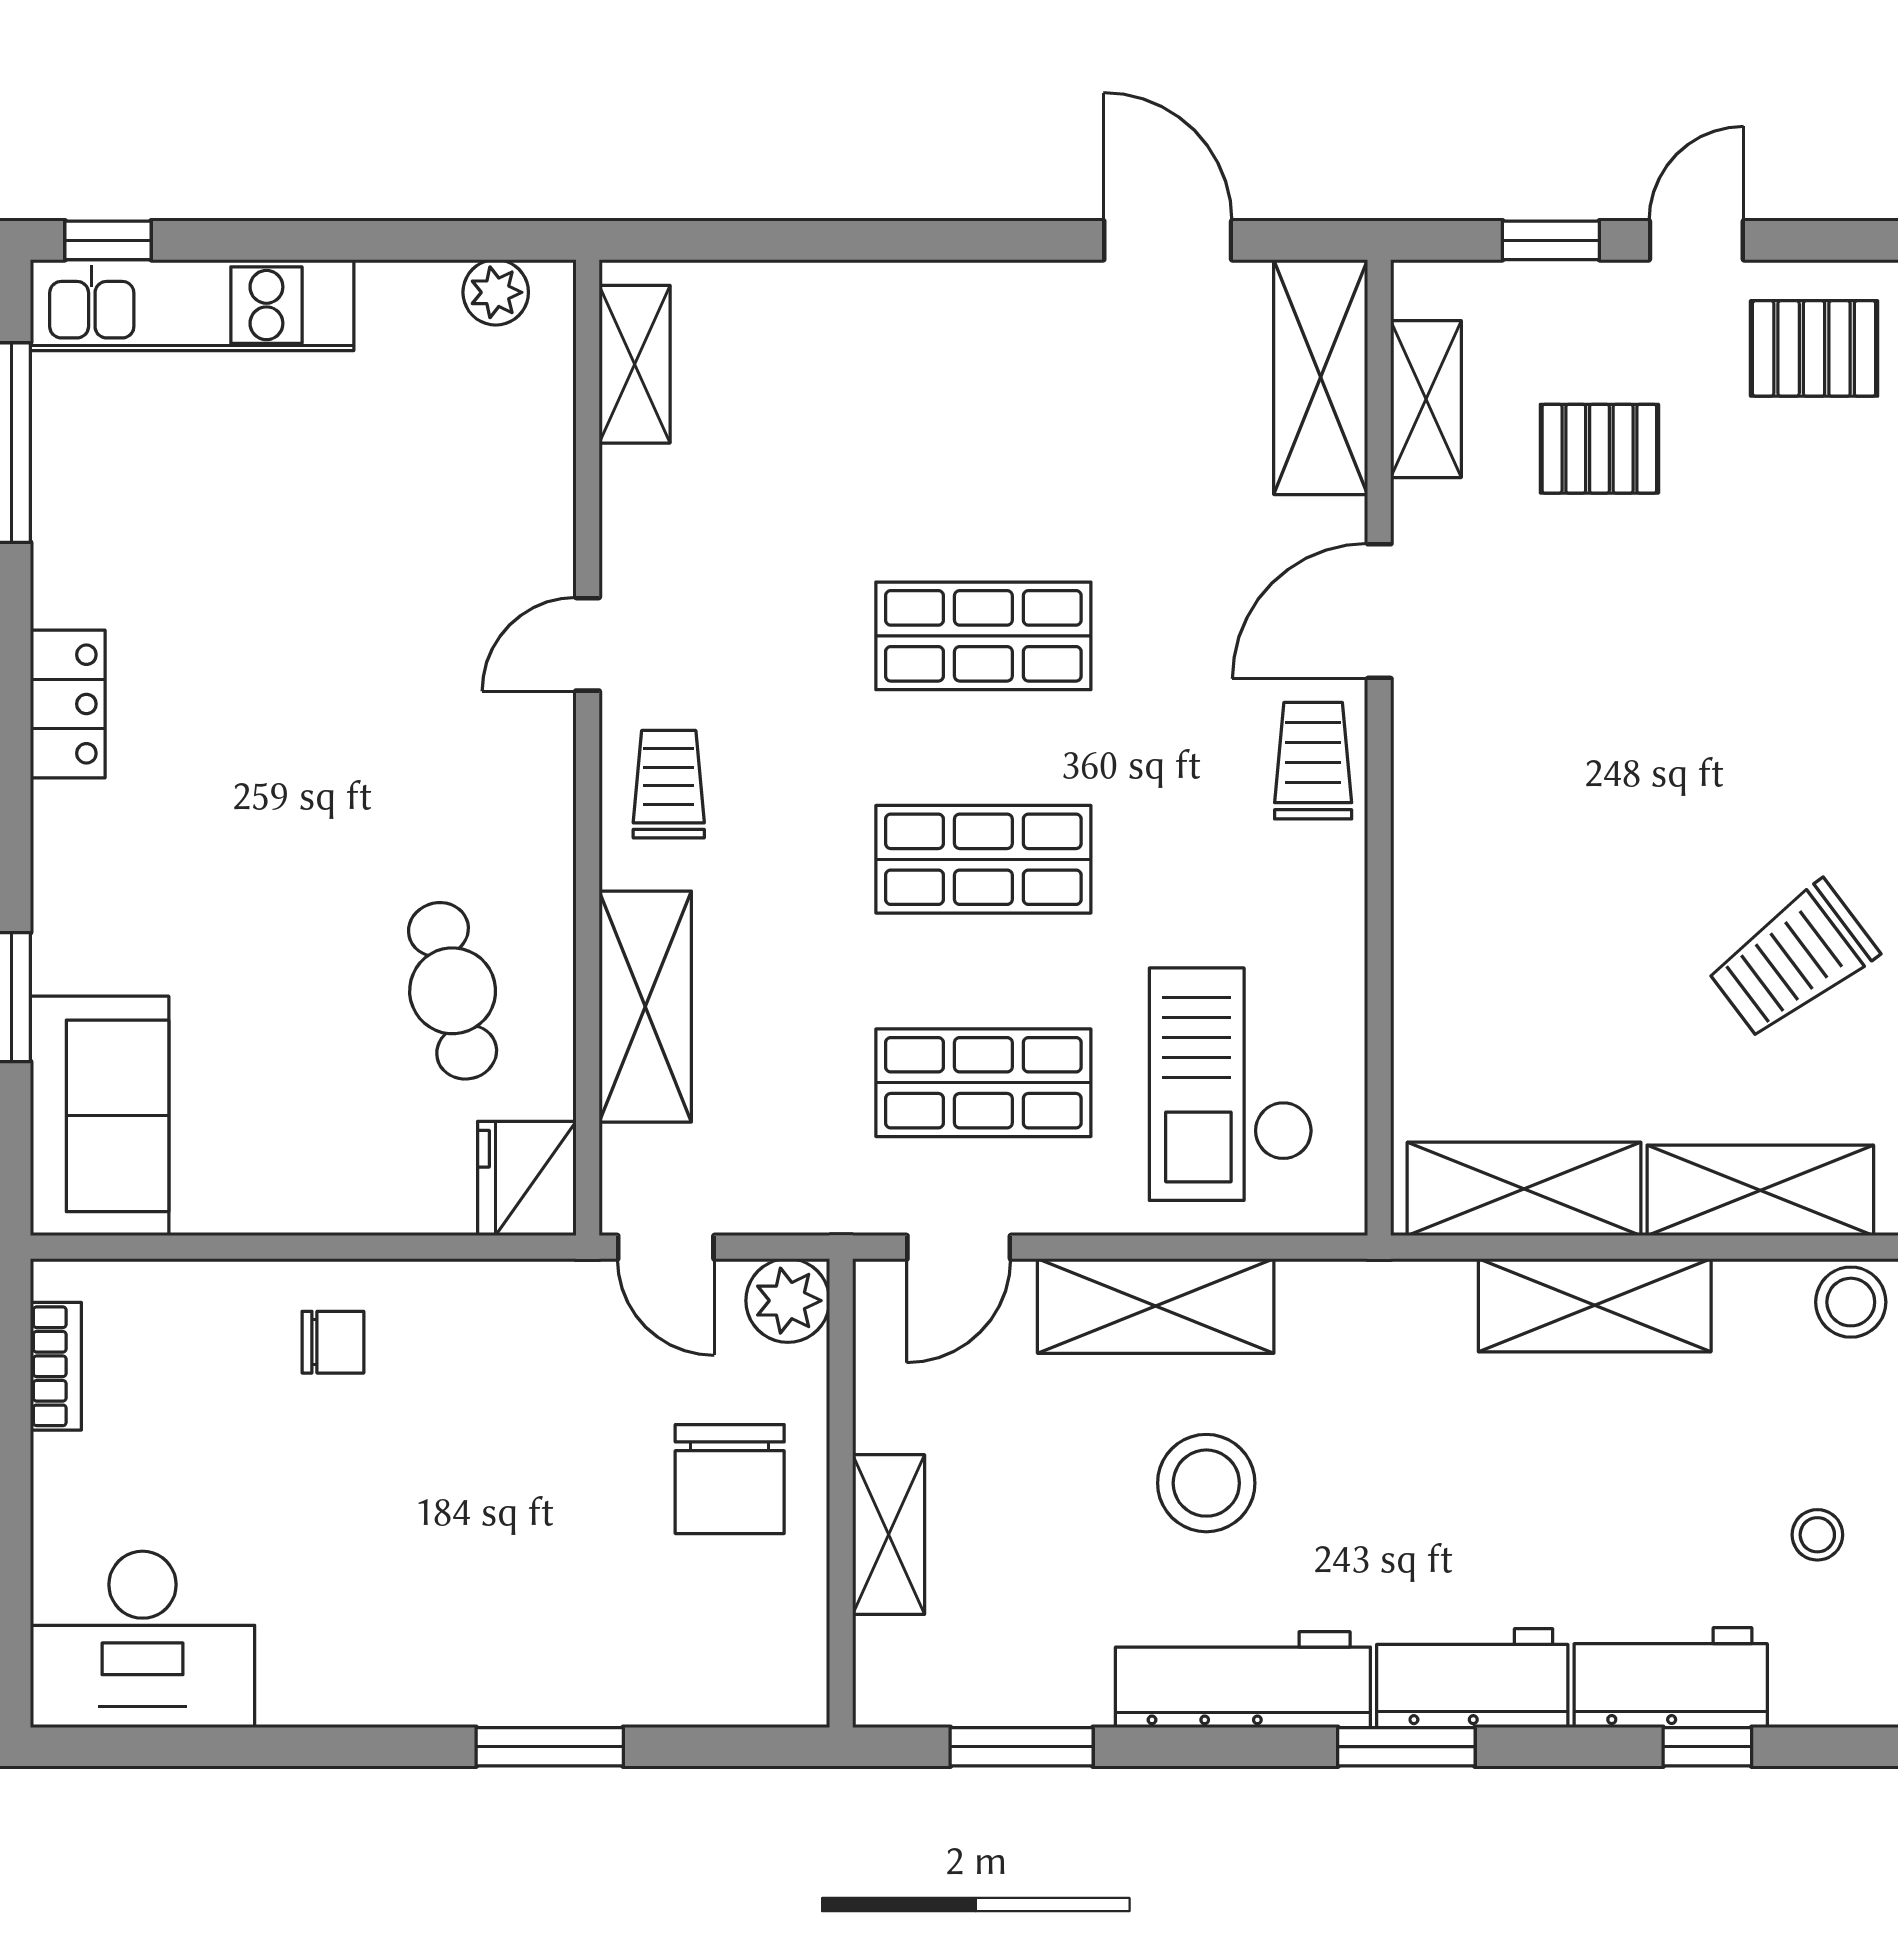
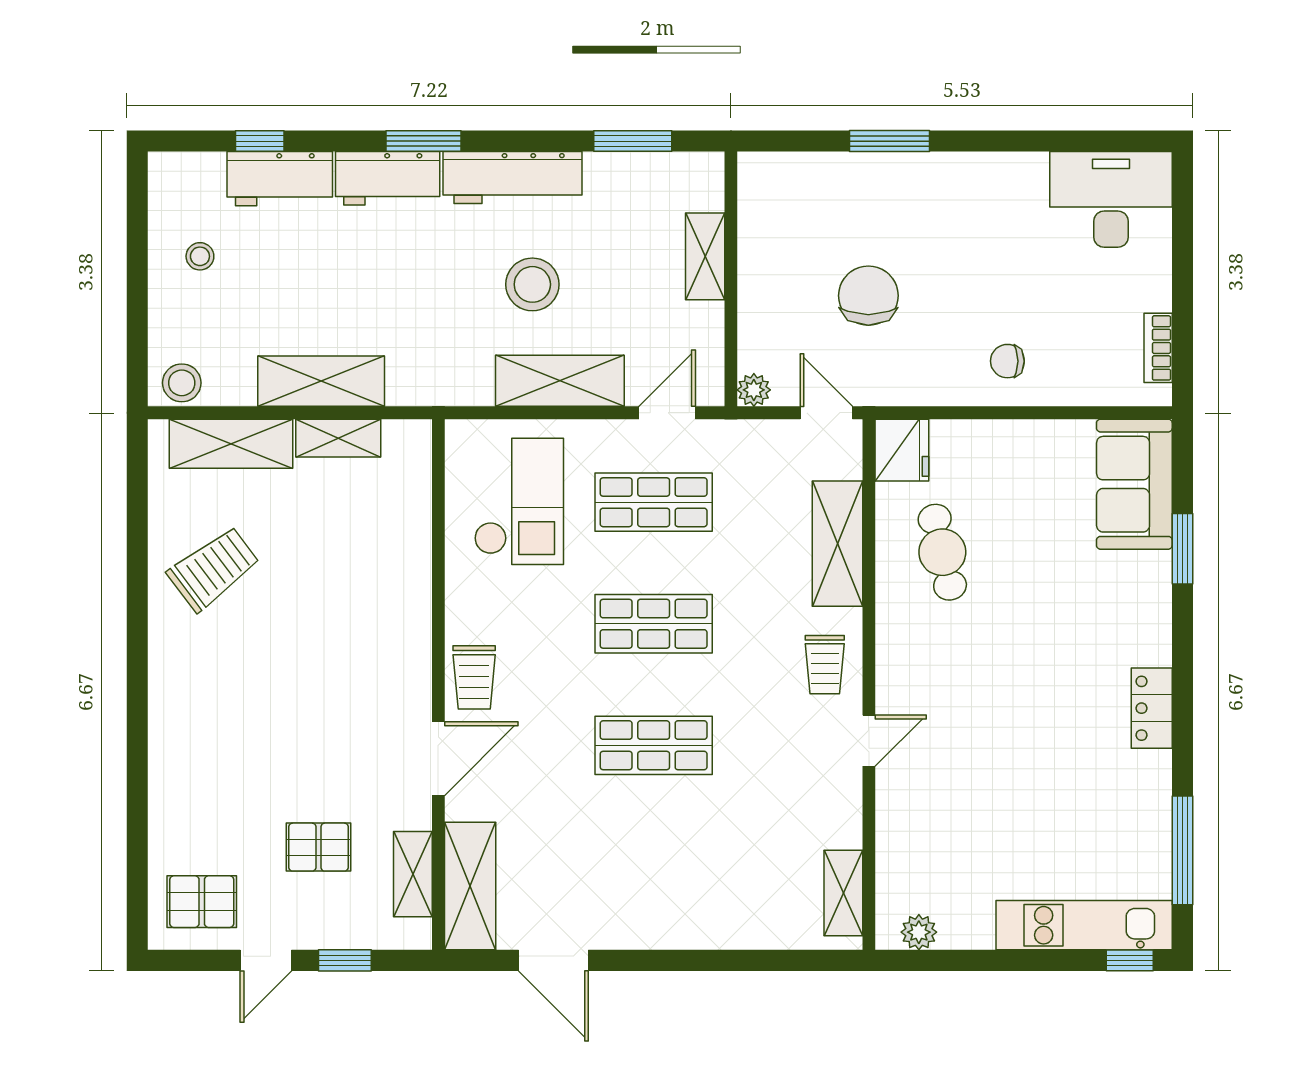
shelving: (1524, 1189) -> (338, 438), width x0.67, depth x0.75
plant: (788, 1301) -> (754, 390), width x0.73, depth x0.73
chair: (730, 1479) -> (868, 296), moved

